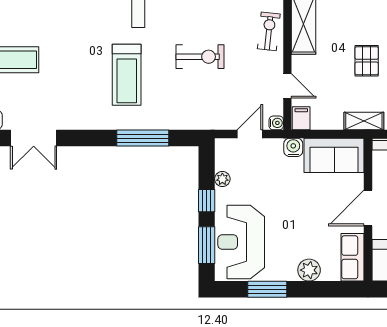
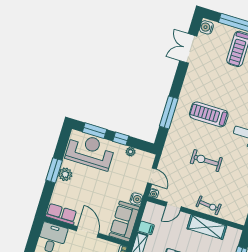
exercise bike: (200, 57) -> (206, 161), turned 90
filing cabinet: (301, 118) -> (146, 228), moved
plant: (309, 270) -> (65, 174), moved
window: (267, 289) -> (54, 170), moved

